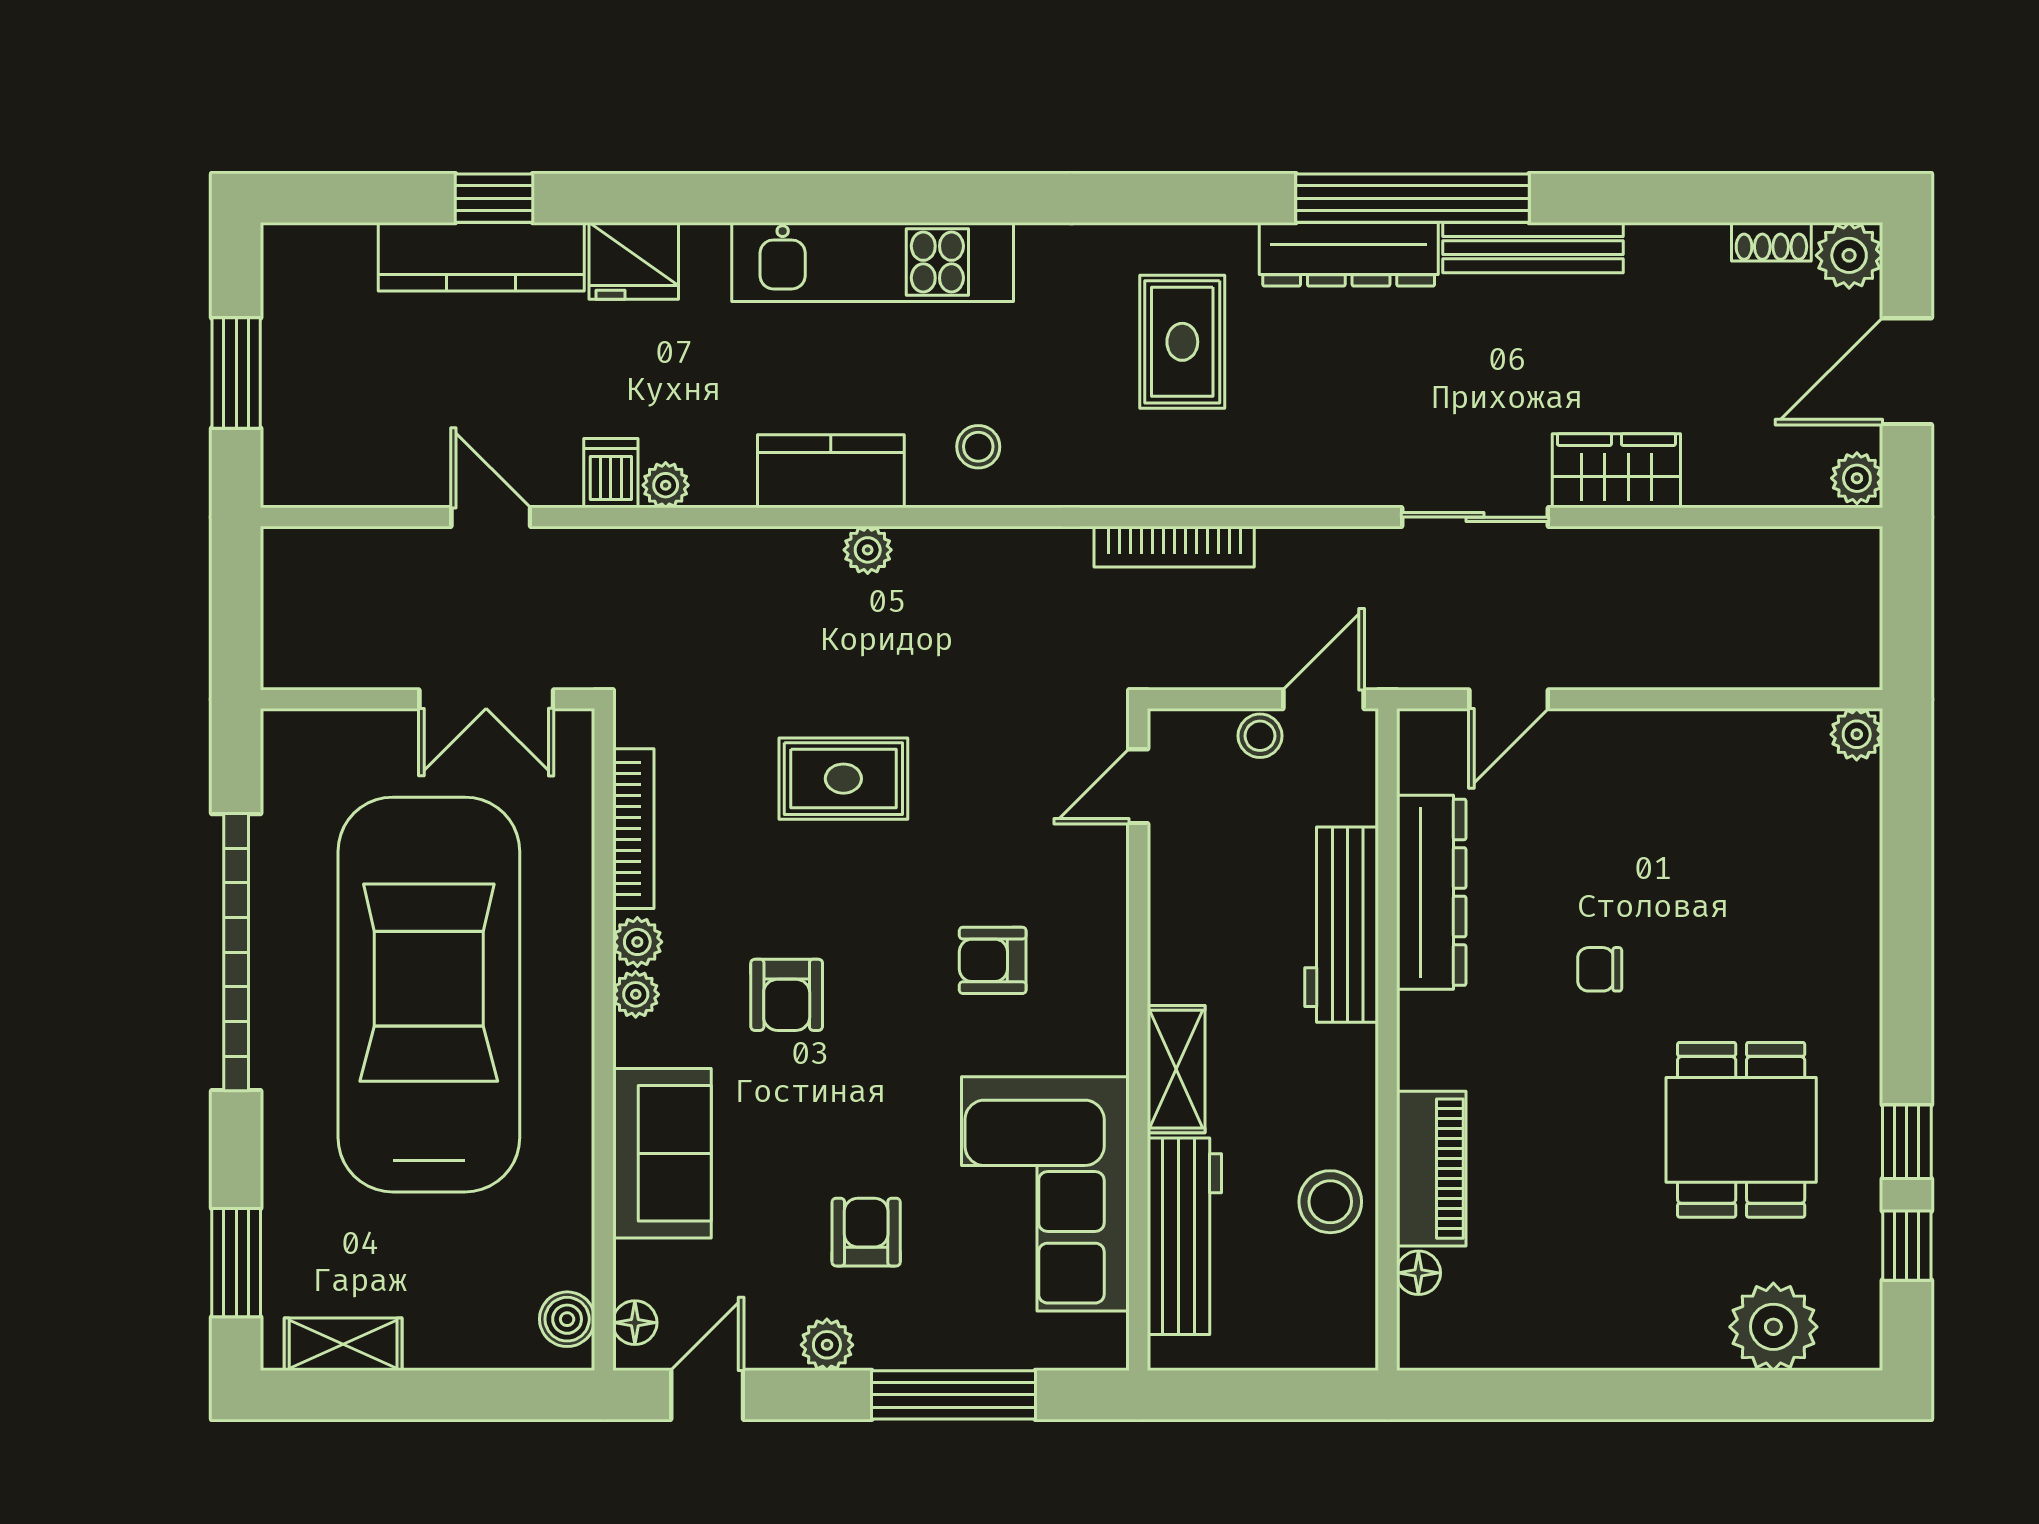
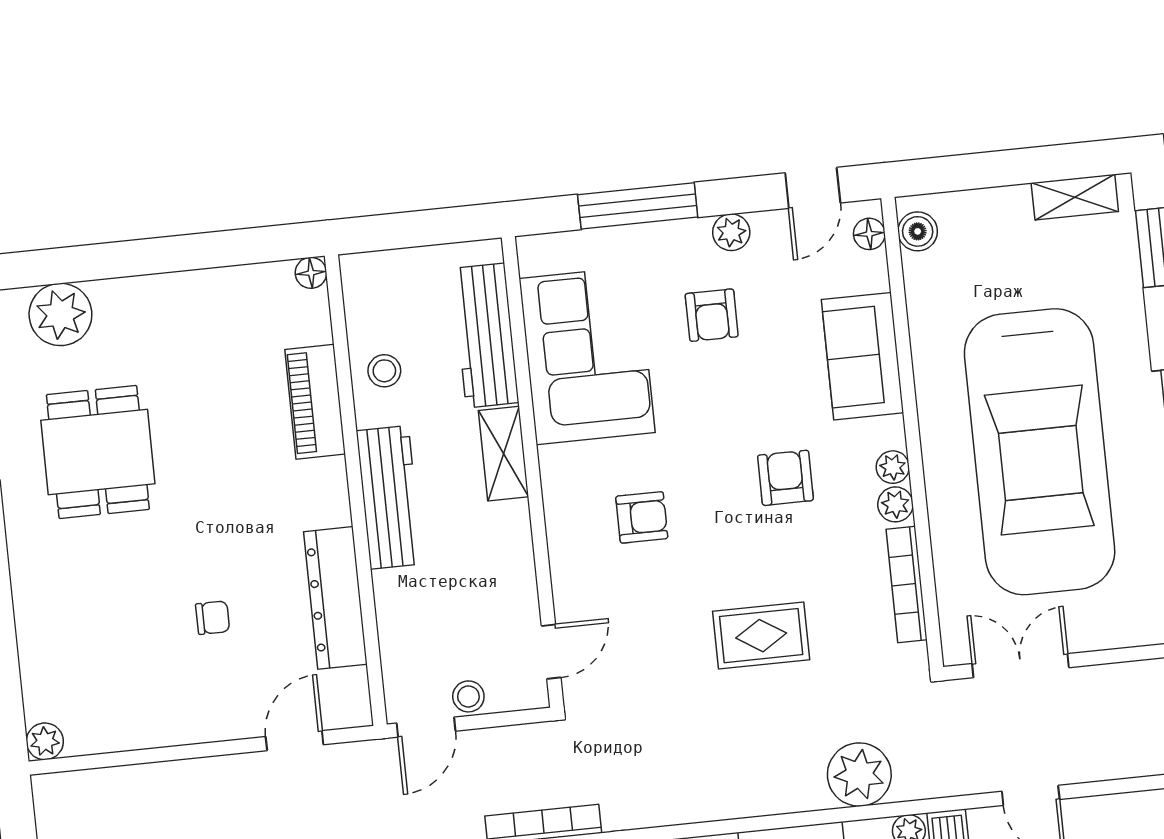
plant: (868, 550) -> (859, 775), moved, width x1.87, depth x1.87
workbench: (1342, 925) -> (389, 497), moved
chair: (1600, 969) -> (213, 618), moved
stool: (1330, 1202) -> (384, 371), width x0.73, depth x0.73
floor lamp: (1418, 1273) -> (311, 273), moved

